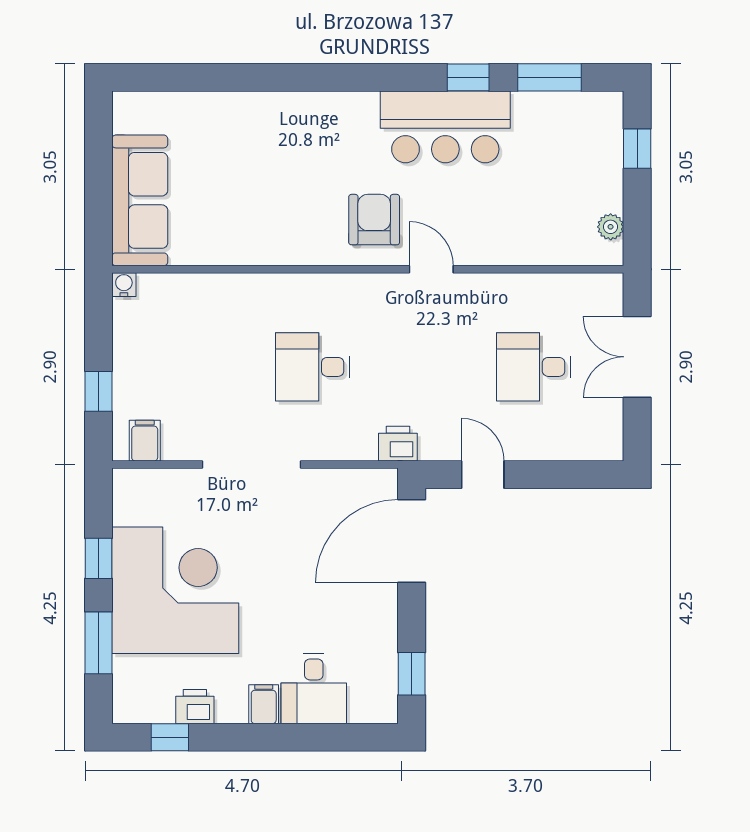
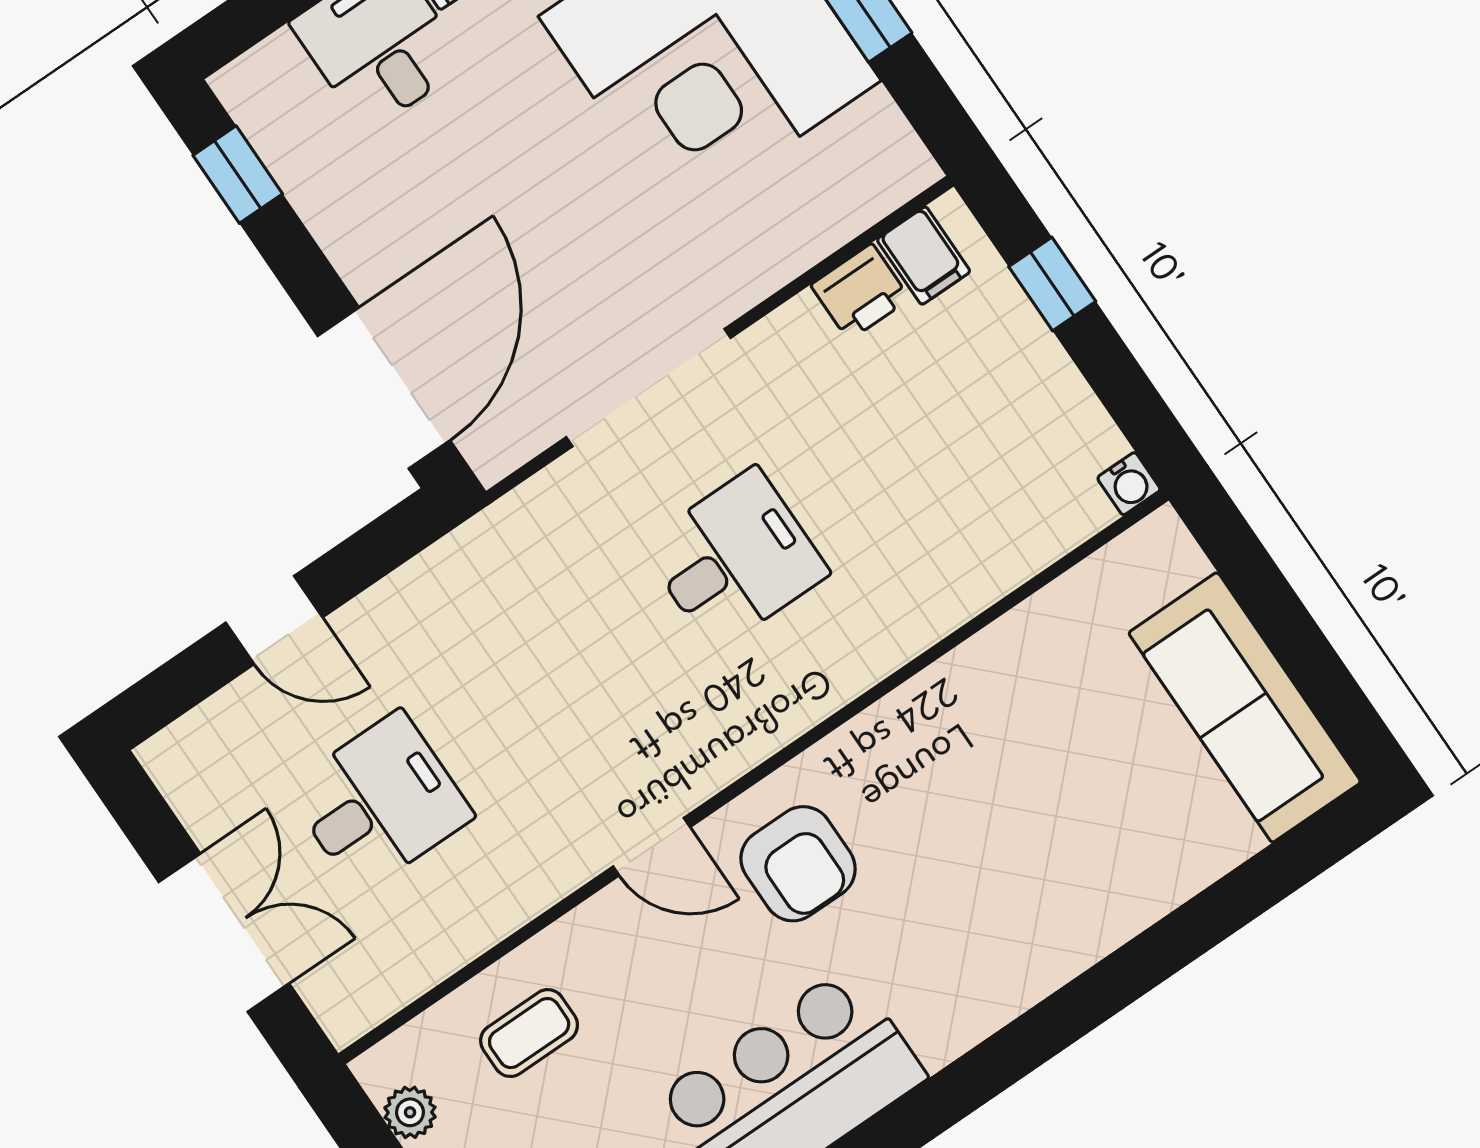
sofa: (140, 200) -> (1245, 707), moved
coffee table: (537, 226) -> (529, 1033), added
printer: (398, 444) -> (860, 292), moved
doorway: (251, 465) -> (648, 388), moved
door: (483, 475) -> (274, 620), moved

